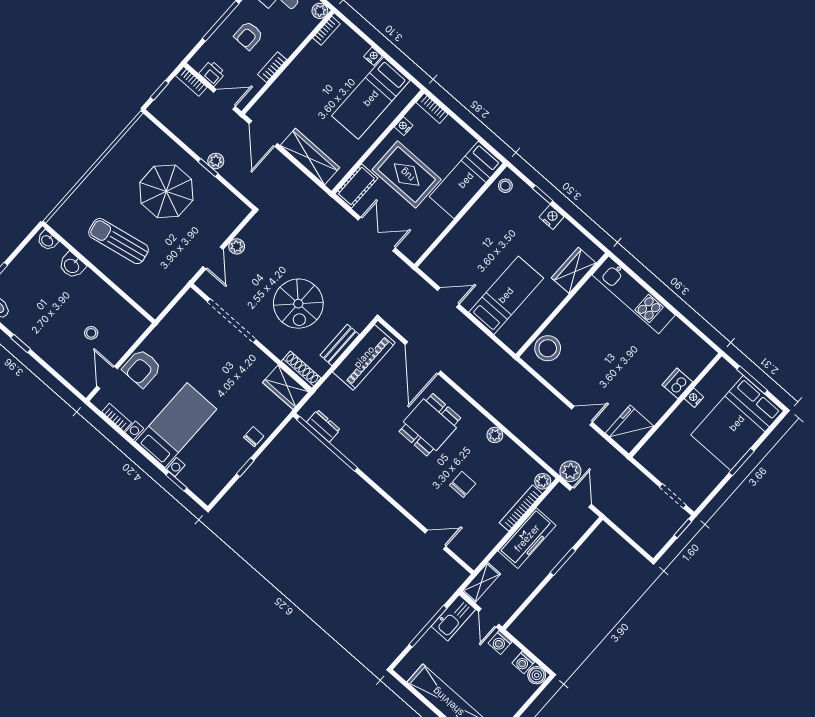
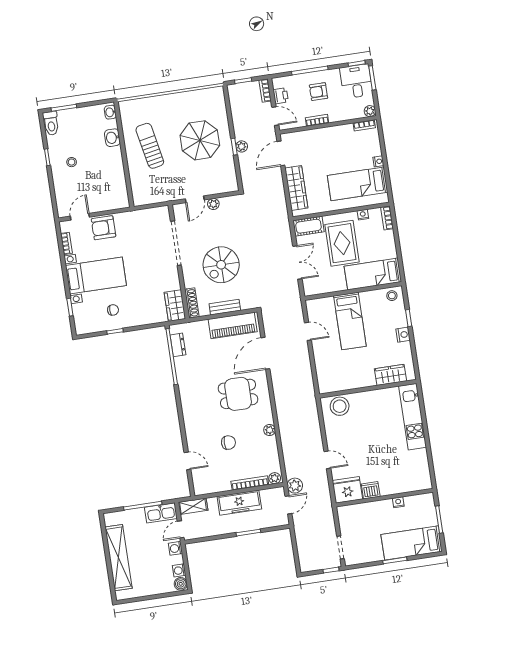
bed: (506, 295) -> (350, 321), moved, turned 90
stool: (91, 333) -> (72, 162), moved
dishwasher: (677, 383) -> (371, 490), moved
bed: (737, 423) -> (412, 543), width x0.67
chair: (254, 437) -> (113, 310), moved

